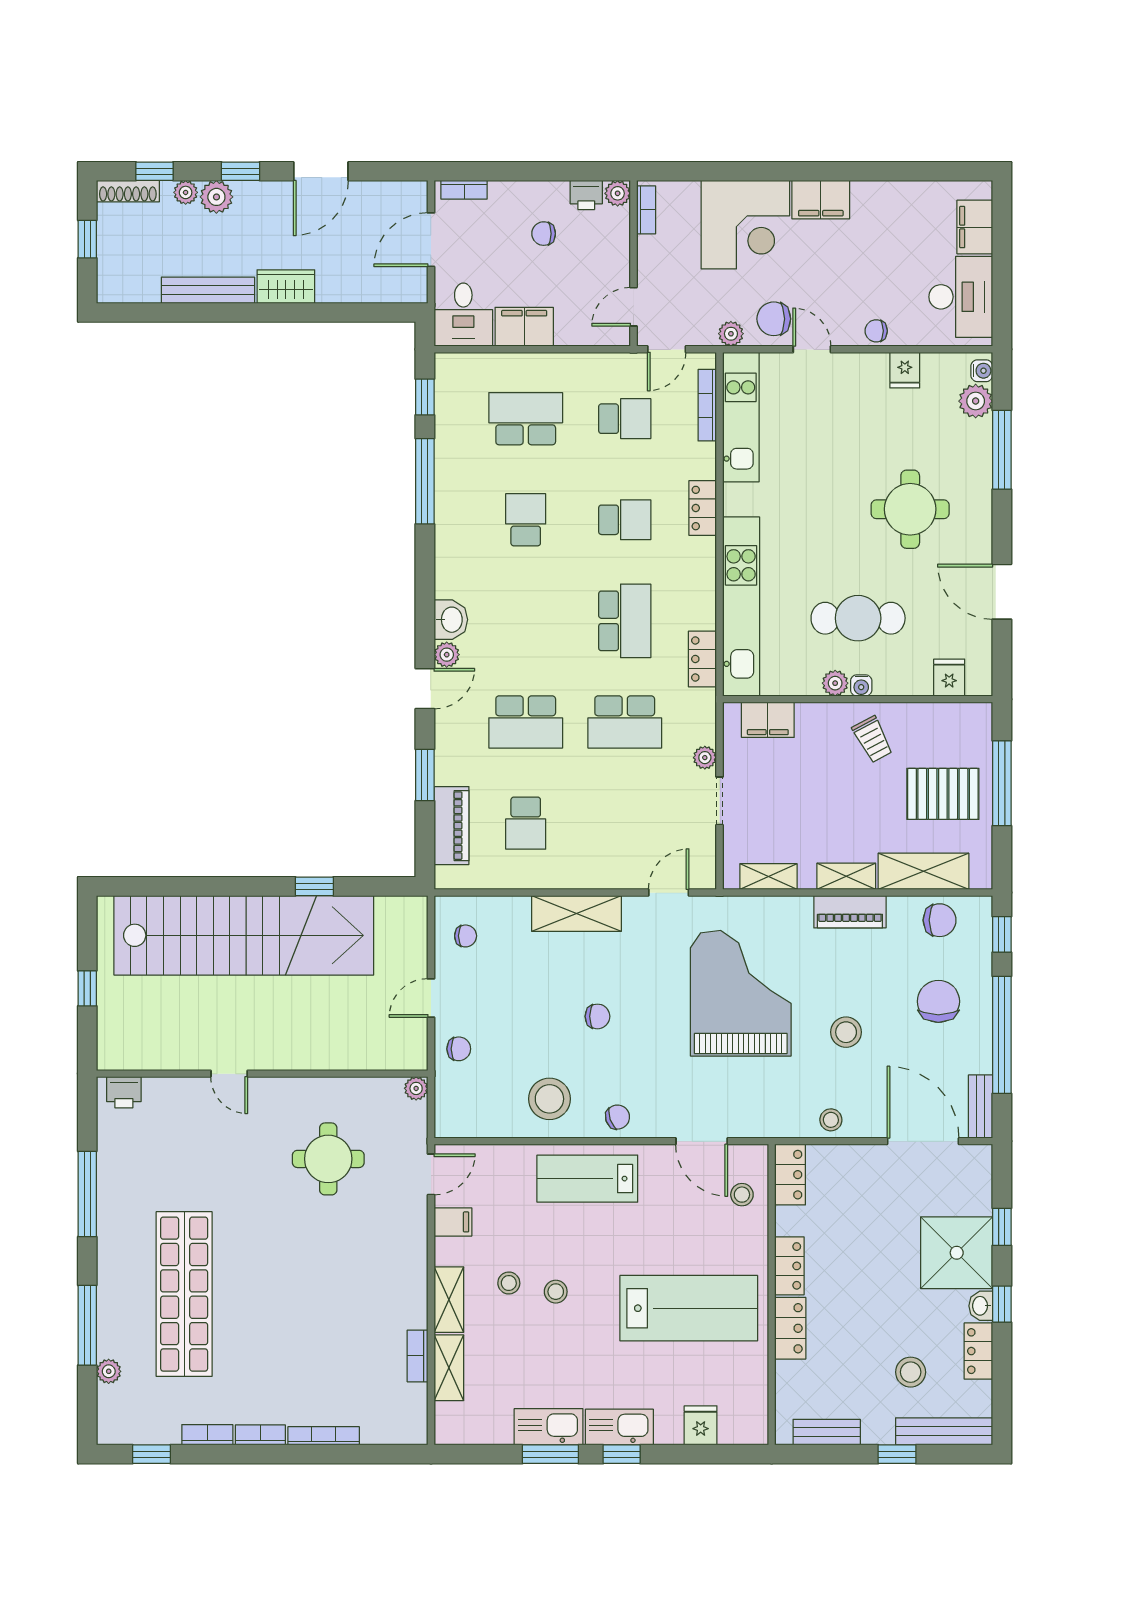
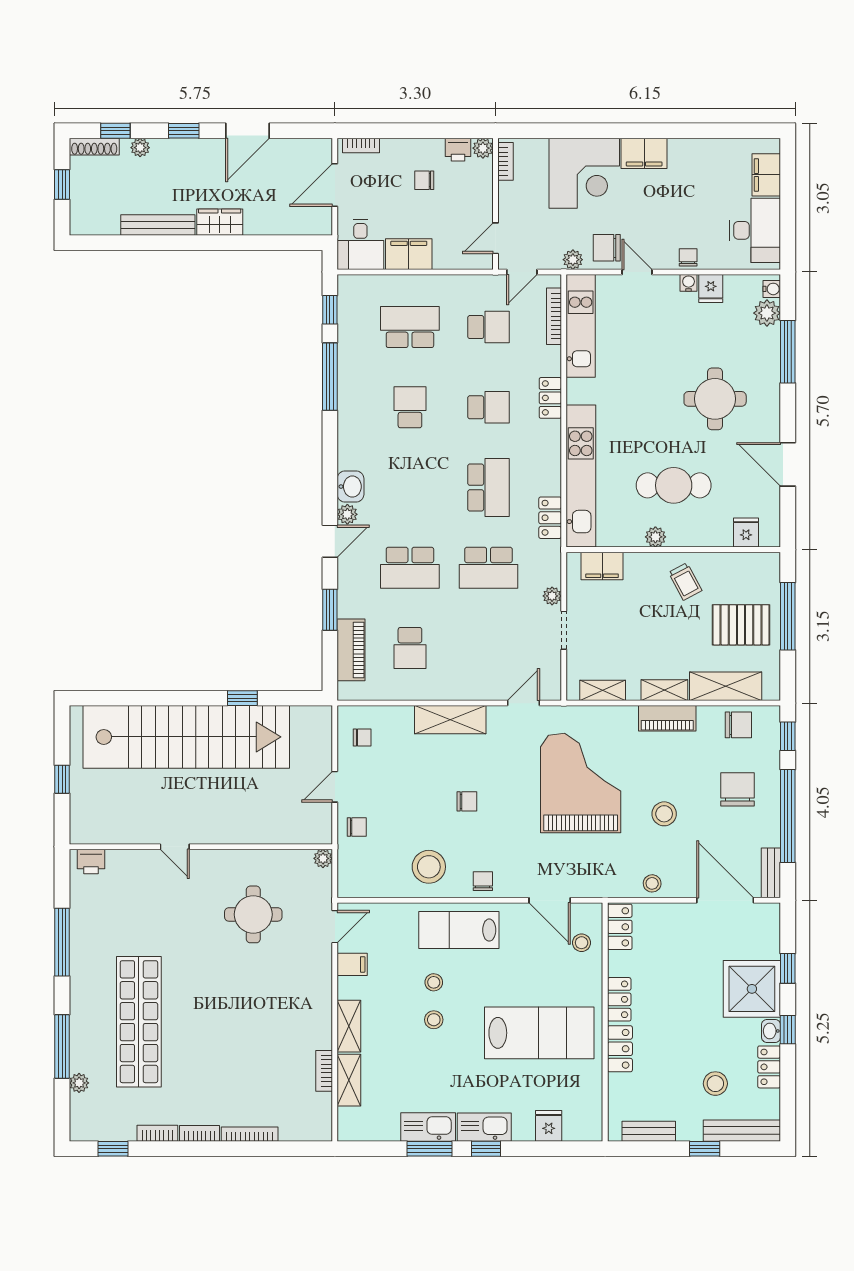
plant: (216, 197) -> (165, 151), removed
chair: (876, 331) -> (688, 257), turned 90
water cooler: (861, 685) -> (689, 283), moved, turned 180
chair: (617, 1117) -> (483, 881), turned -71
stool: (509, 1283) -> (434, 982), moved

